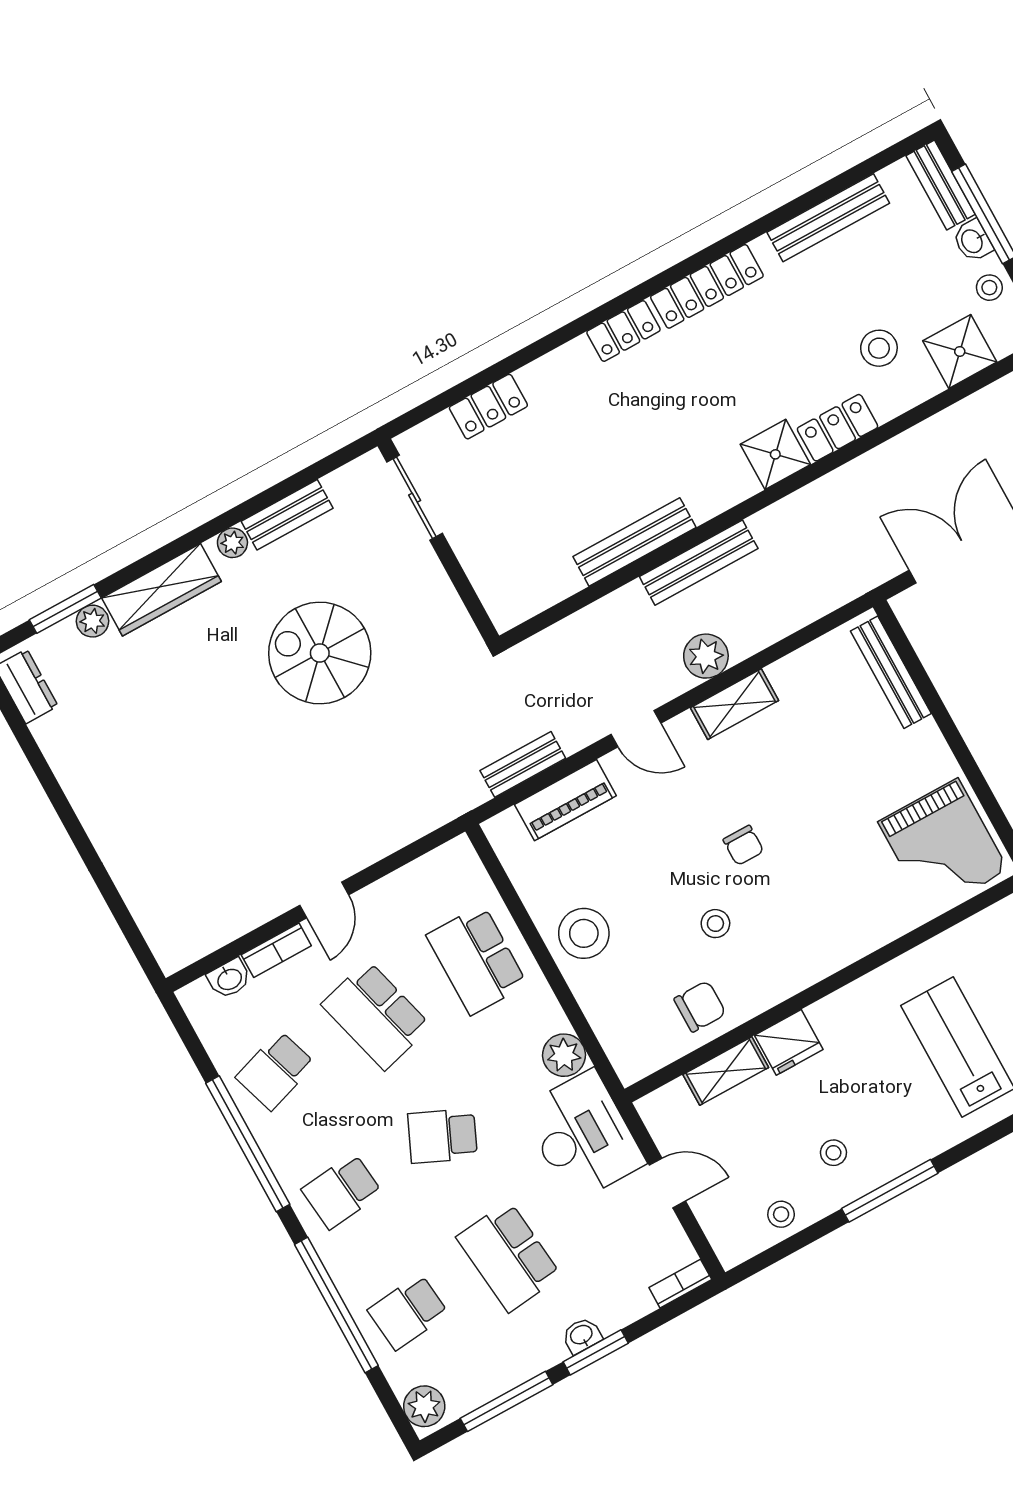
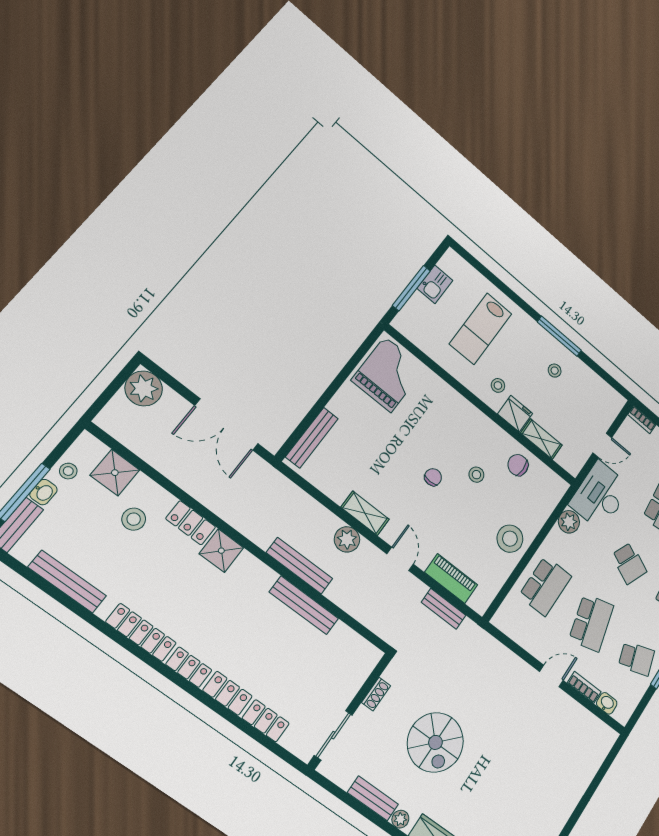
locker: (557, 369) -> (228, 693), added
shoe rack: (443, 592) -> (376, 694), added
door: (667, 1183) -> (602, 445), swing flipped
stool: (781, 1214) -> (498, 385), moved

